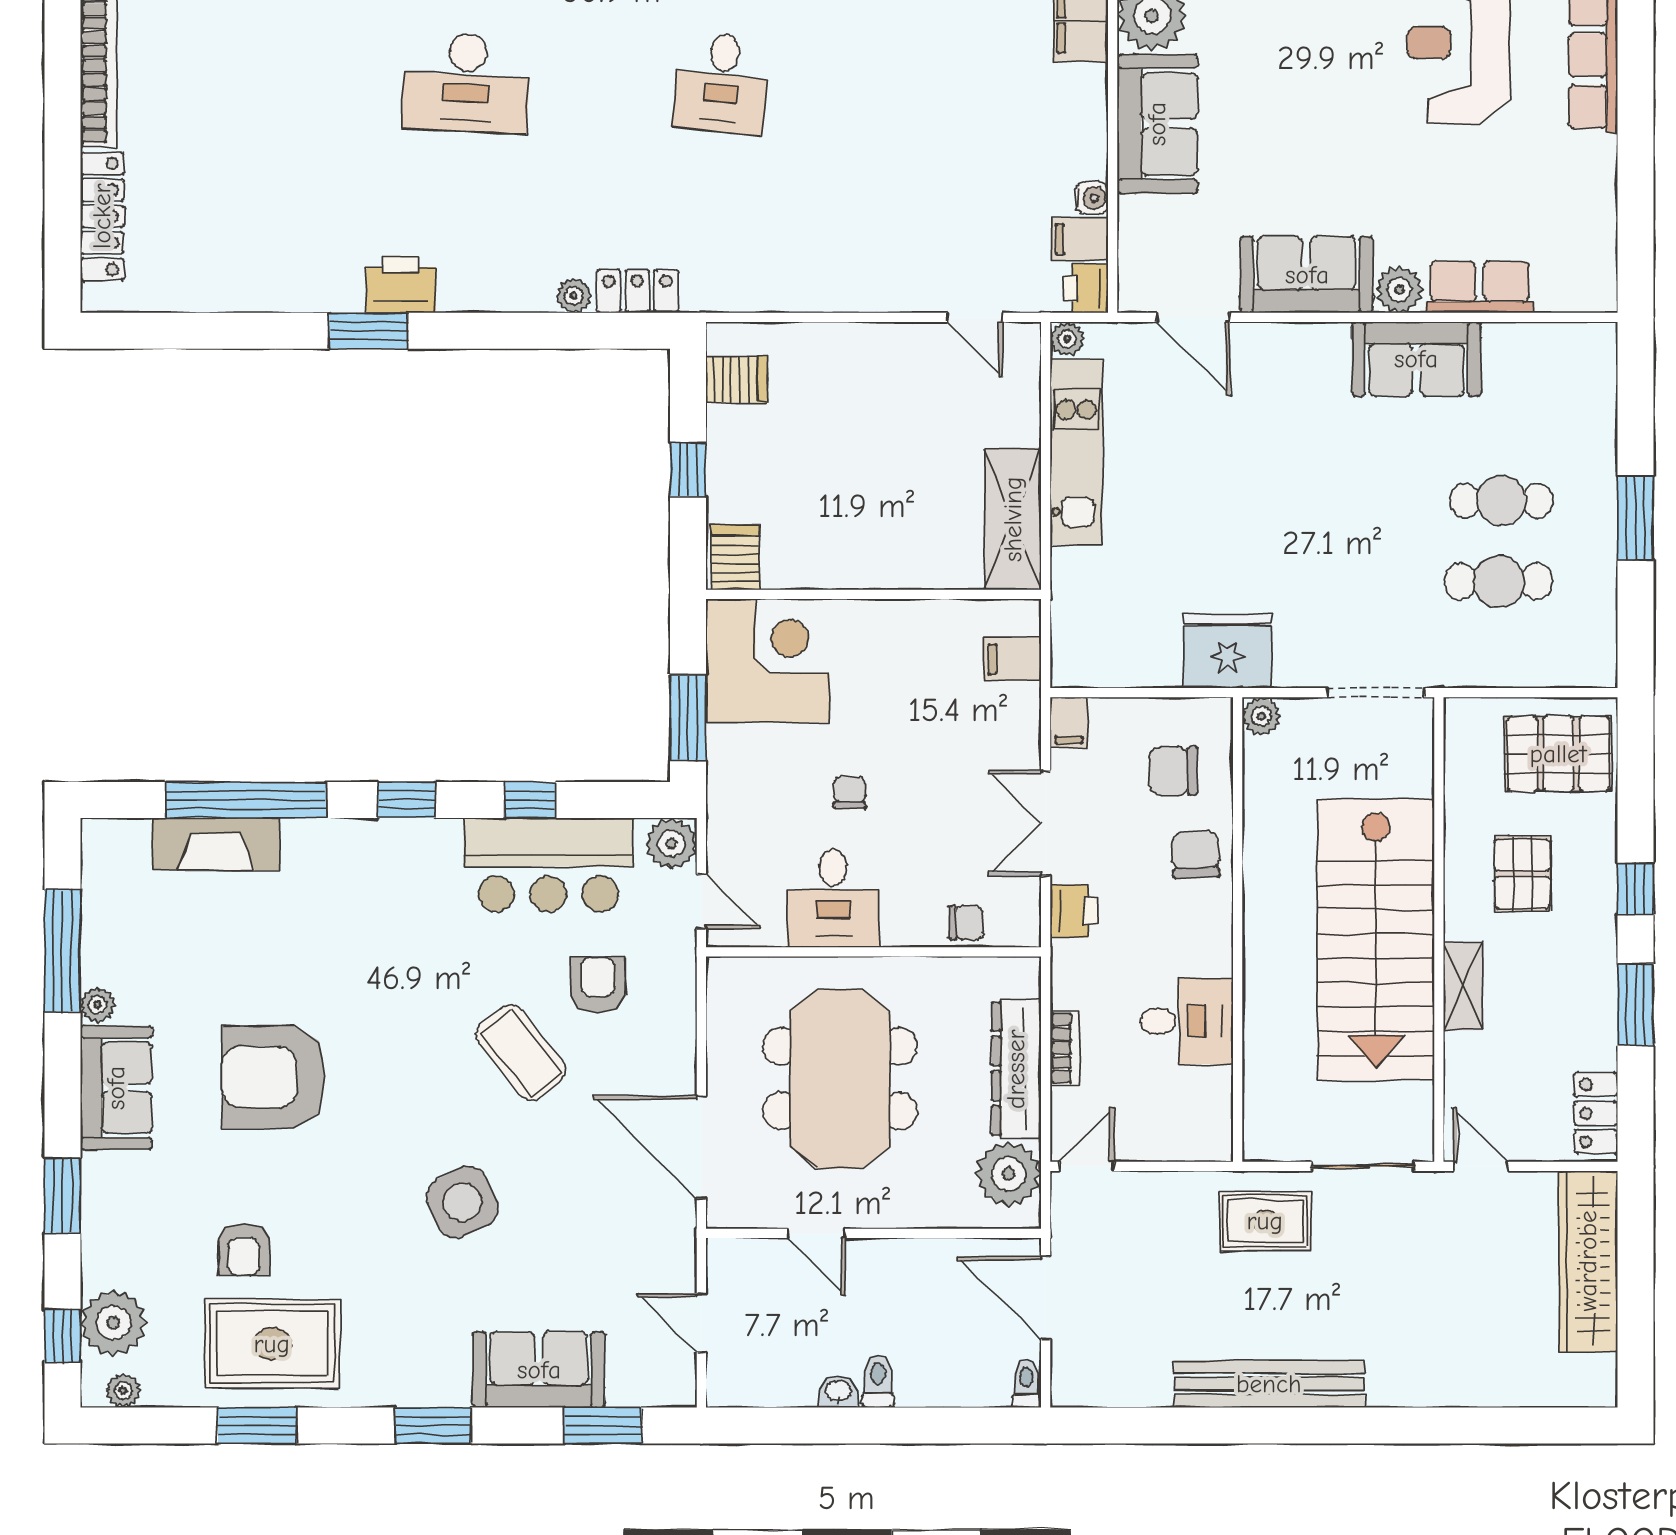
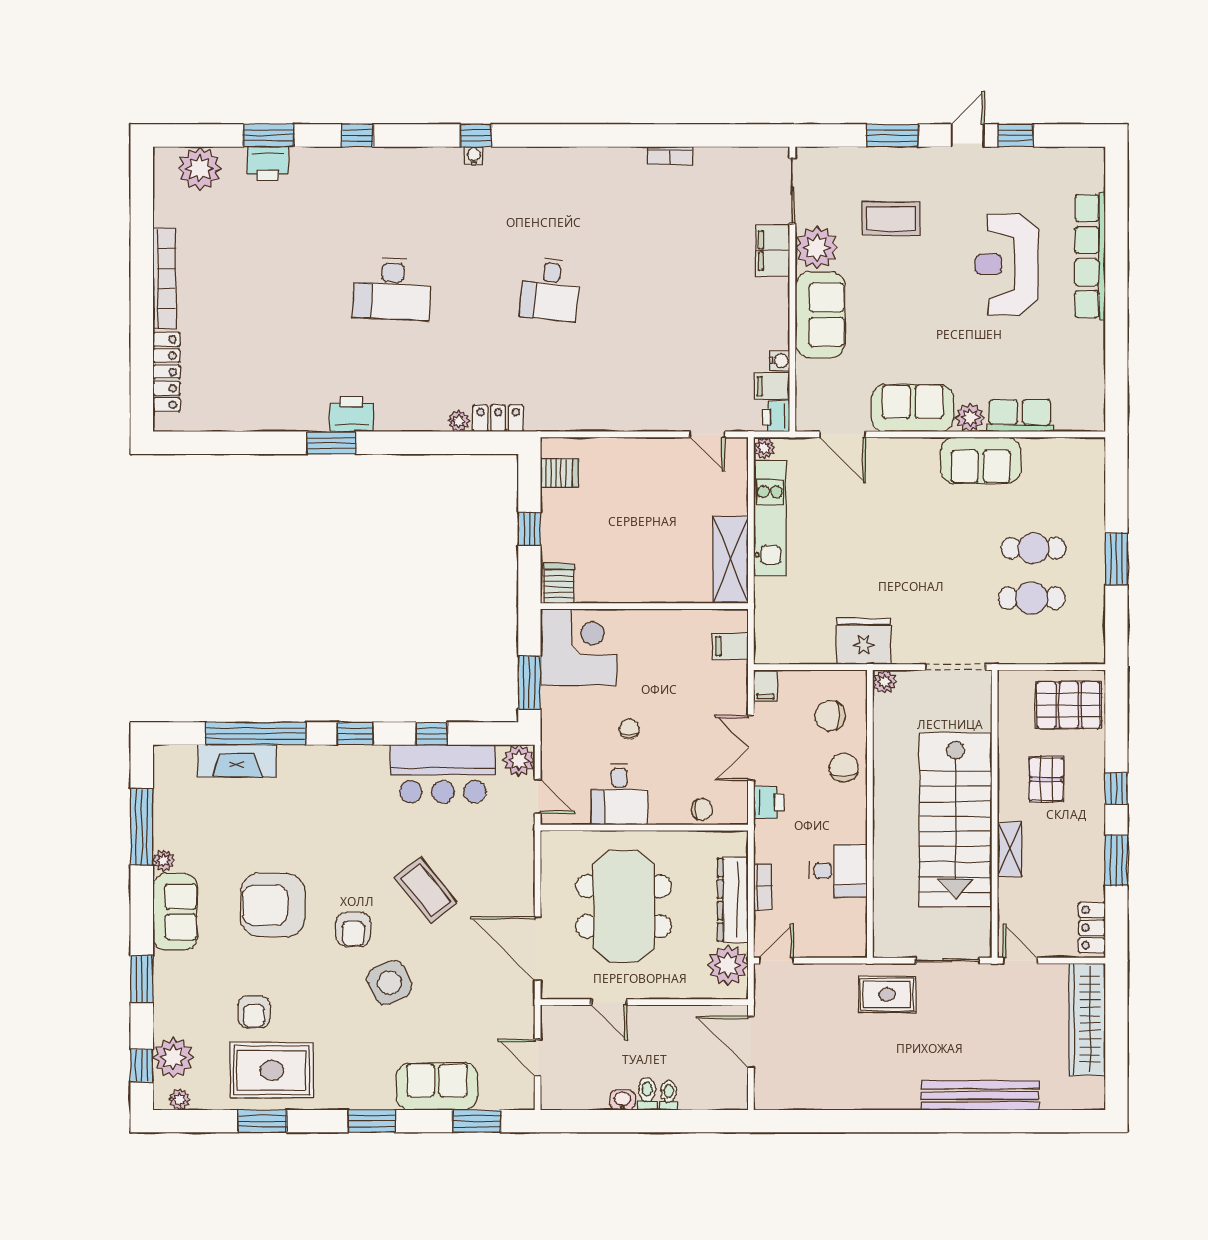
armchair: (598, 985) -> (353, 929), moved, turned 180
toilet: (1026, 1384) -> (669, 1095), moved
bench: (1269, 1384) -> (980, 1095), moved

